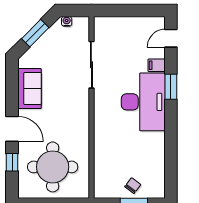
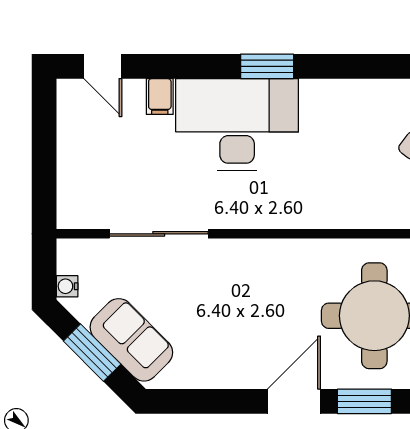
window: (171, 87) -> (267, 66), moved
sofa: (30, 89) -> (131, 340), moved, turned 45
window: (12, 162) -> (364, 401), width x1.50

